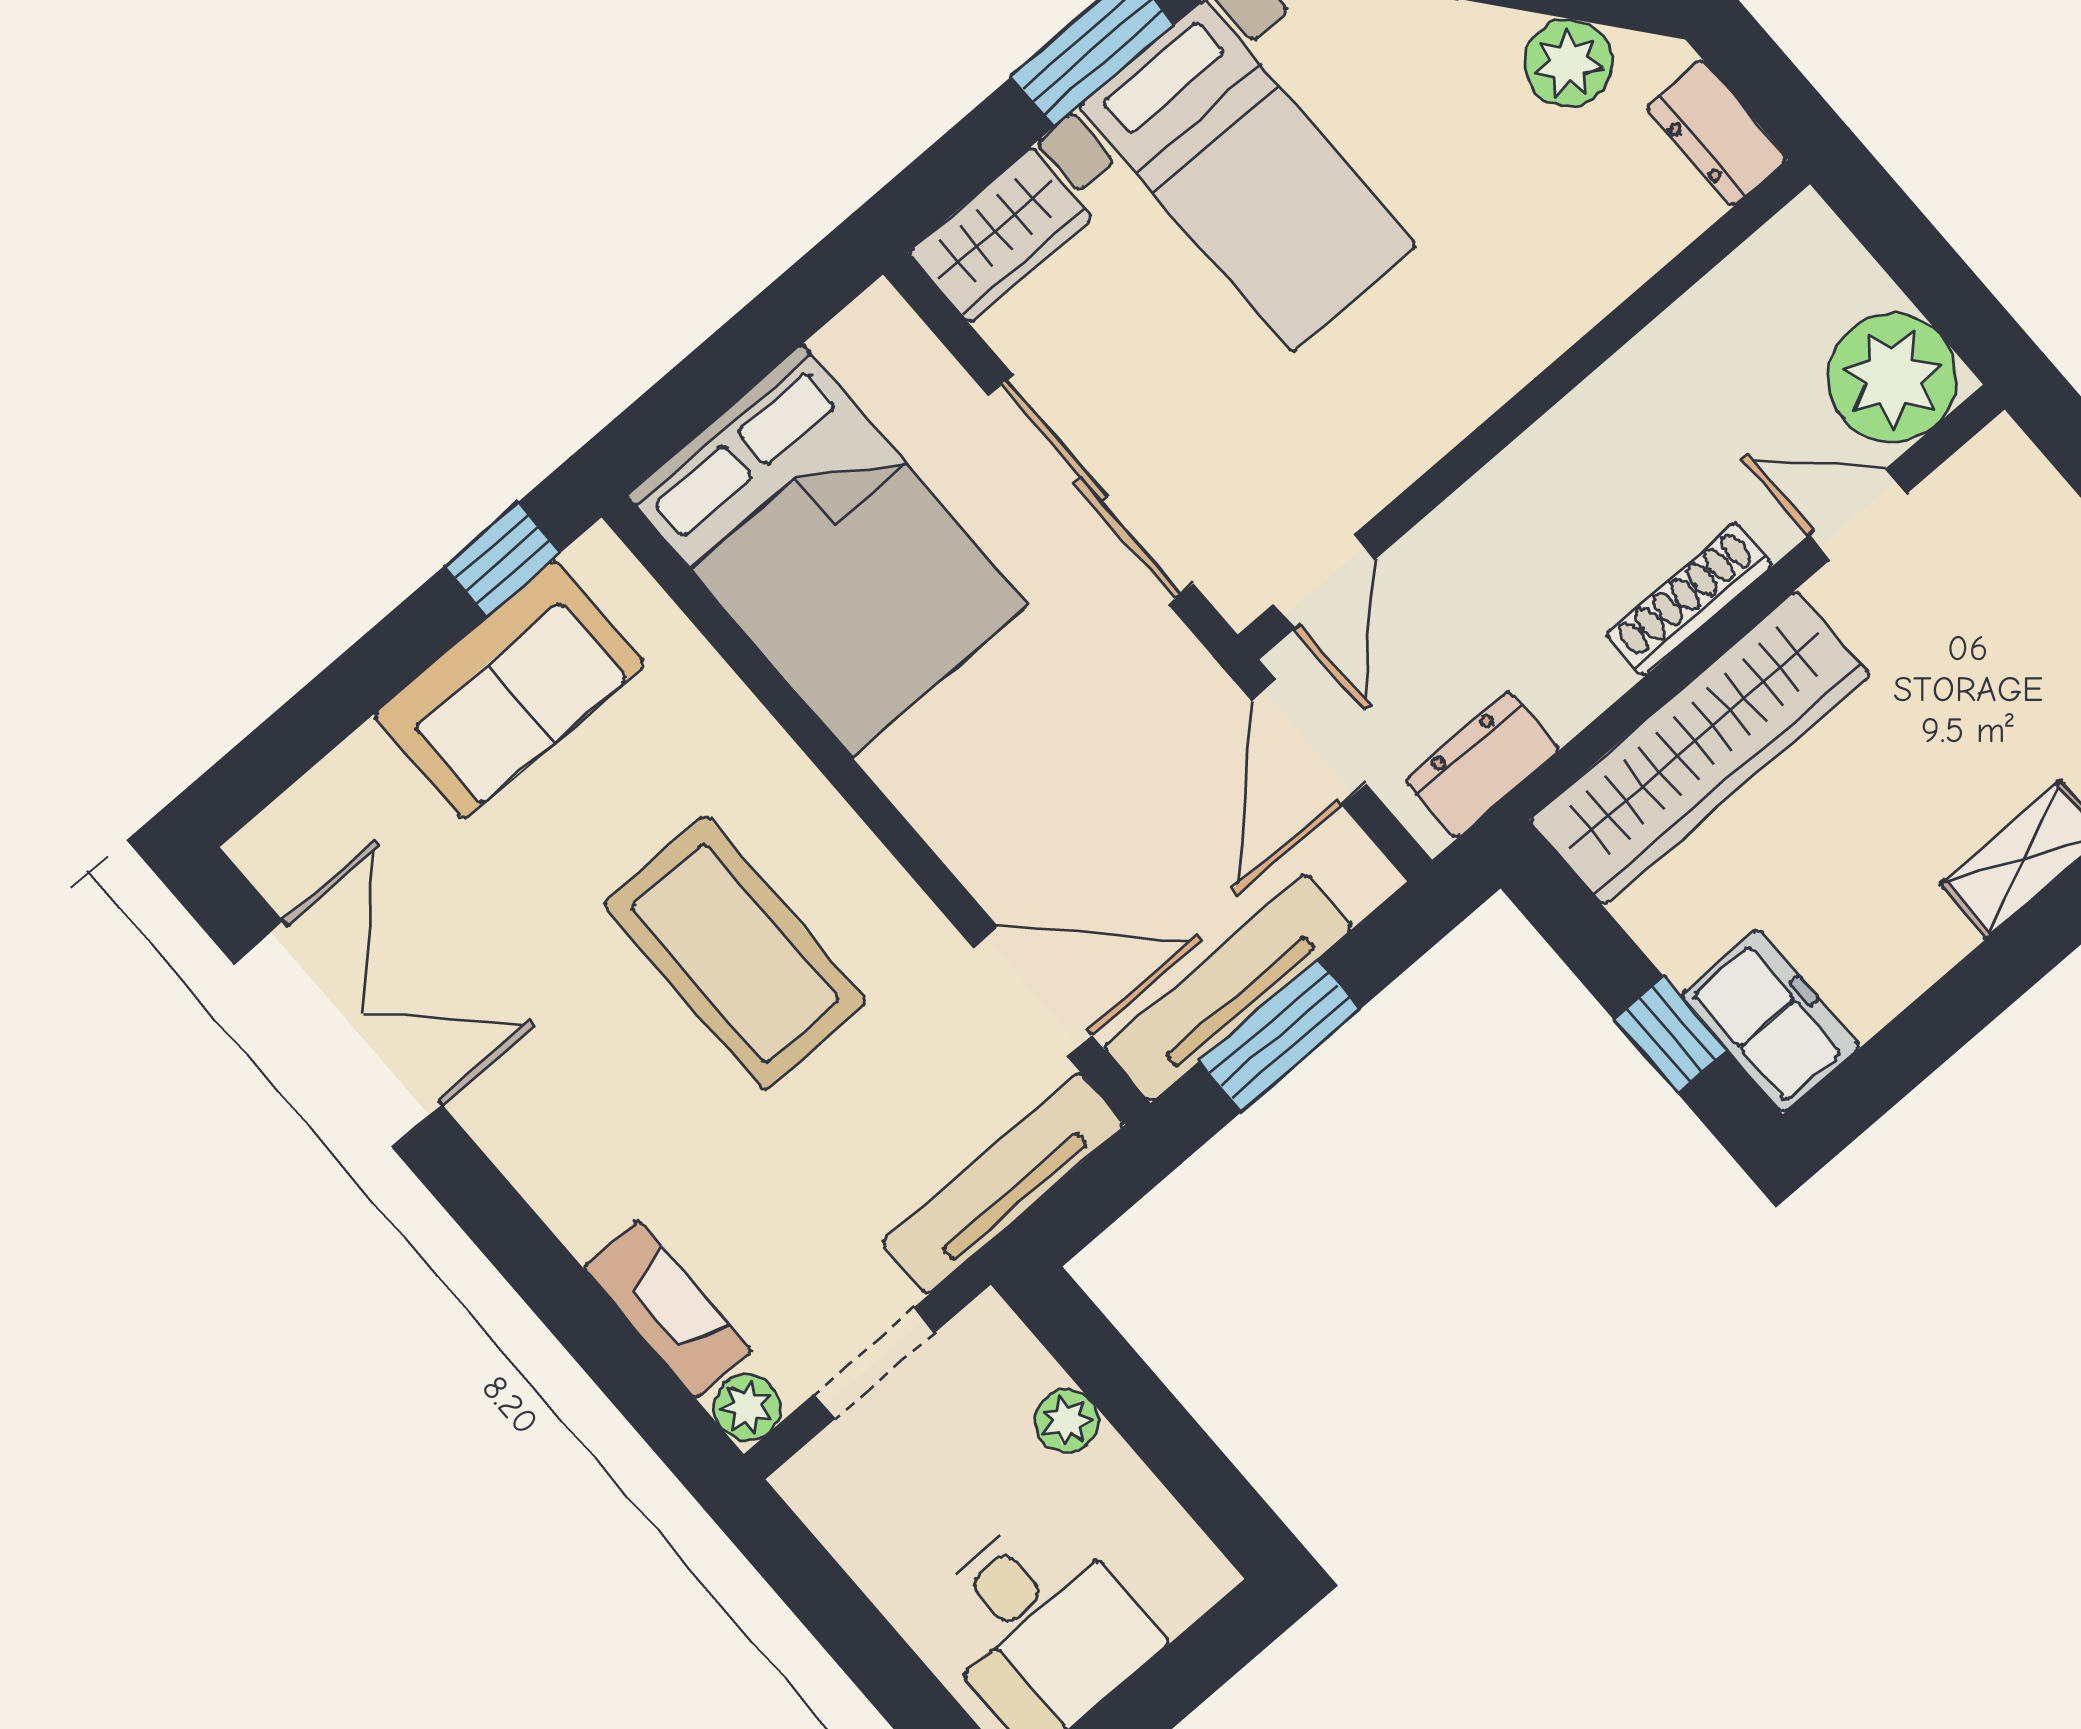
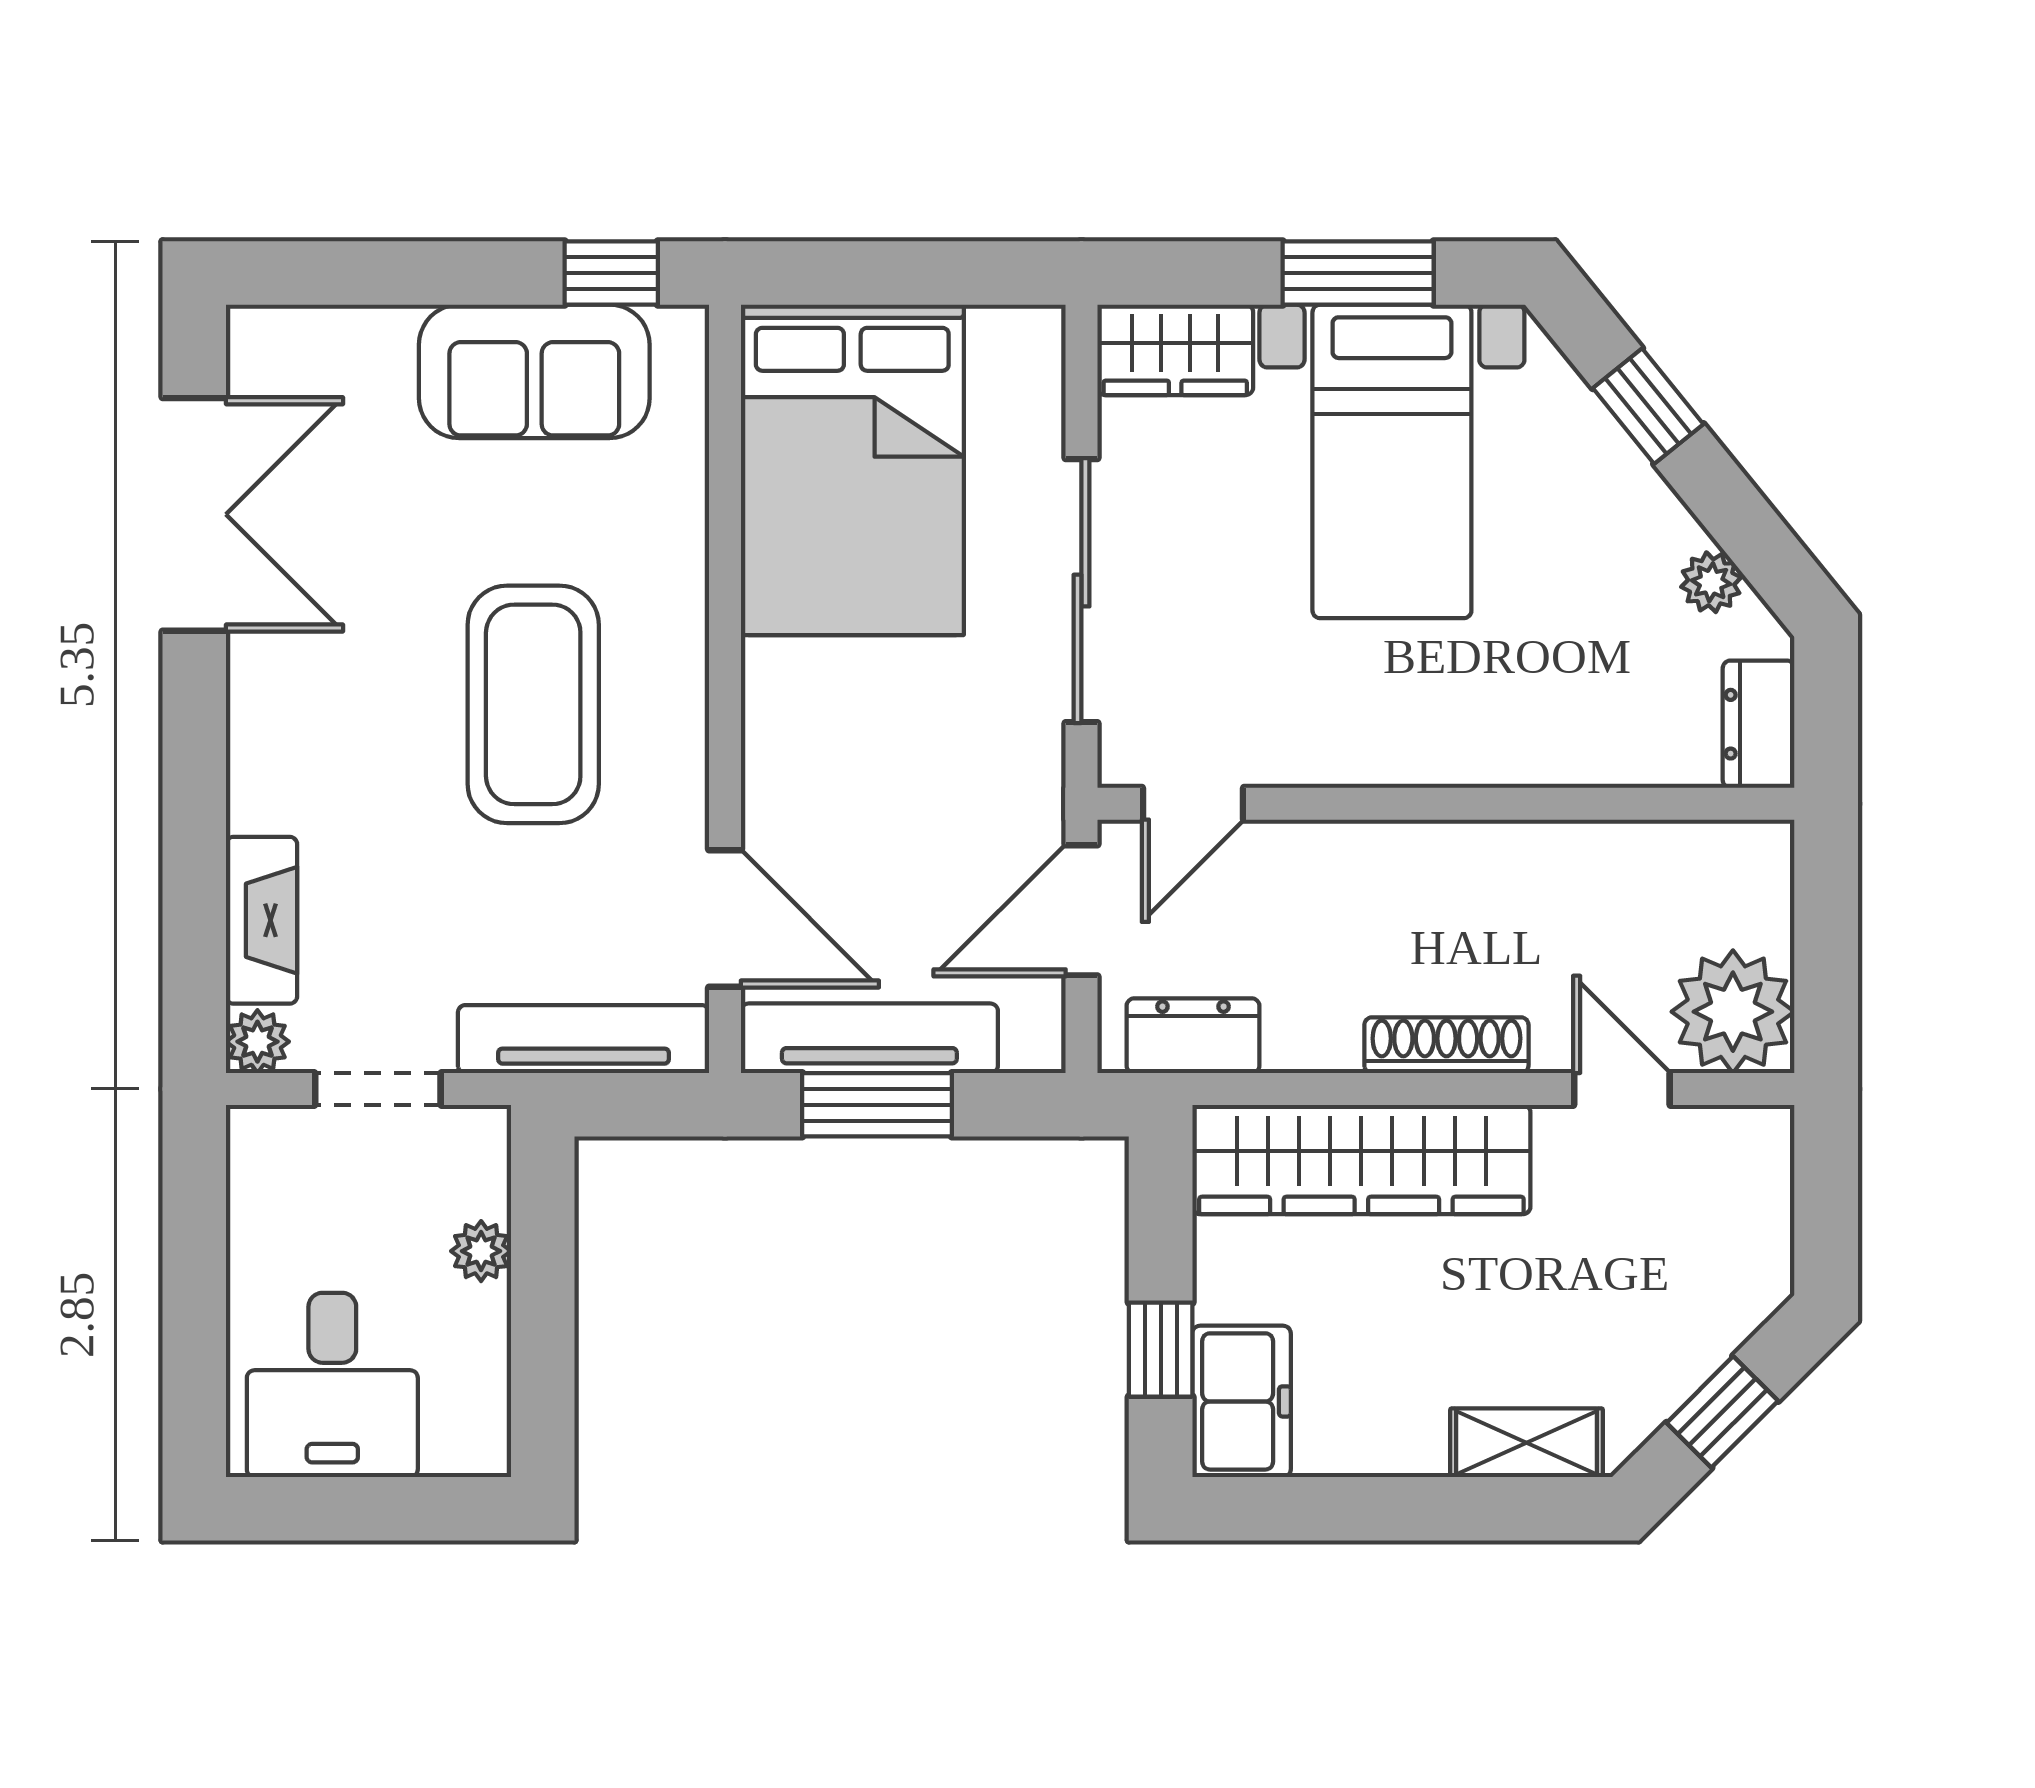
plant: (1569, 63) -> (1711, 582), width x0.73, depth x0.73

